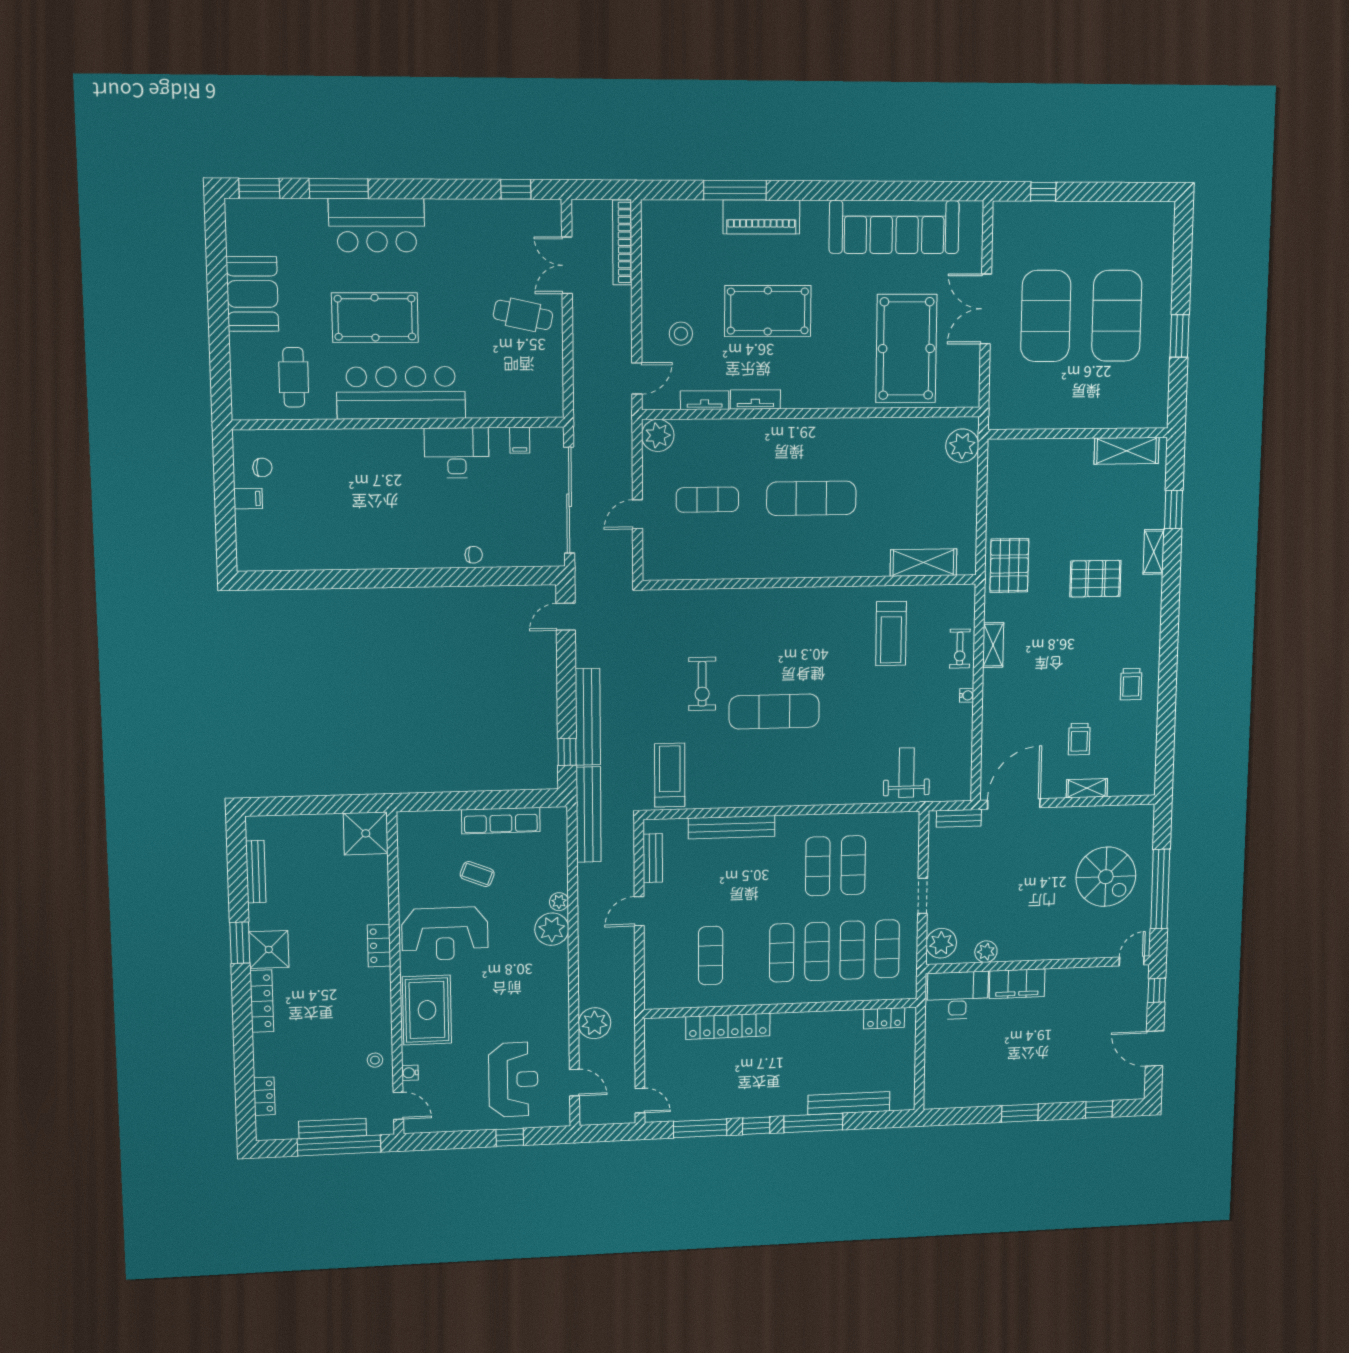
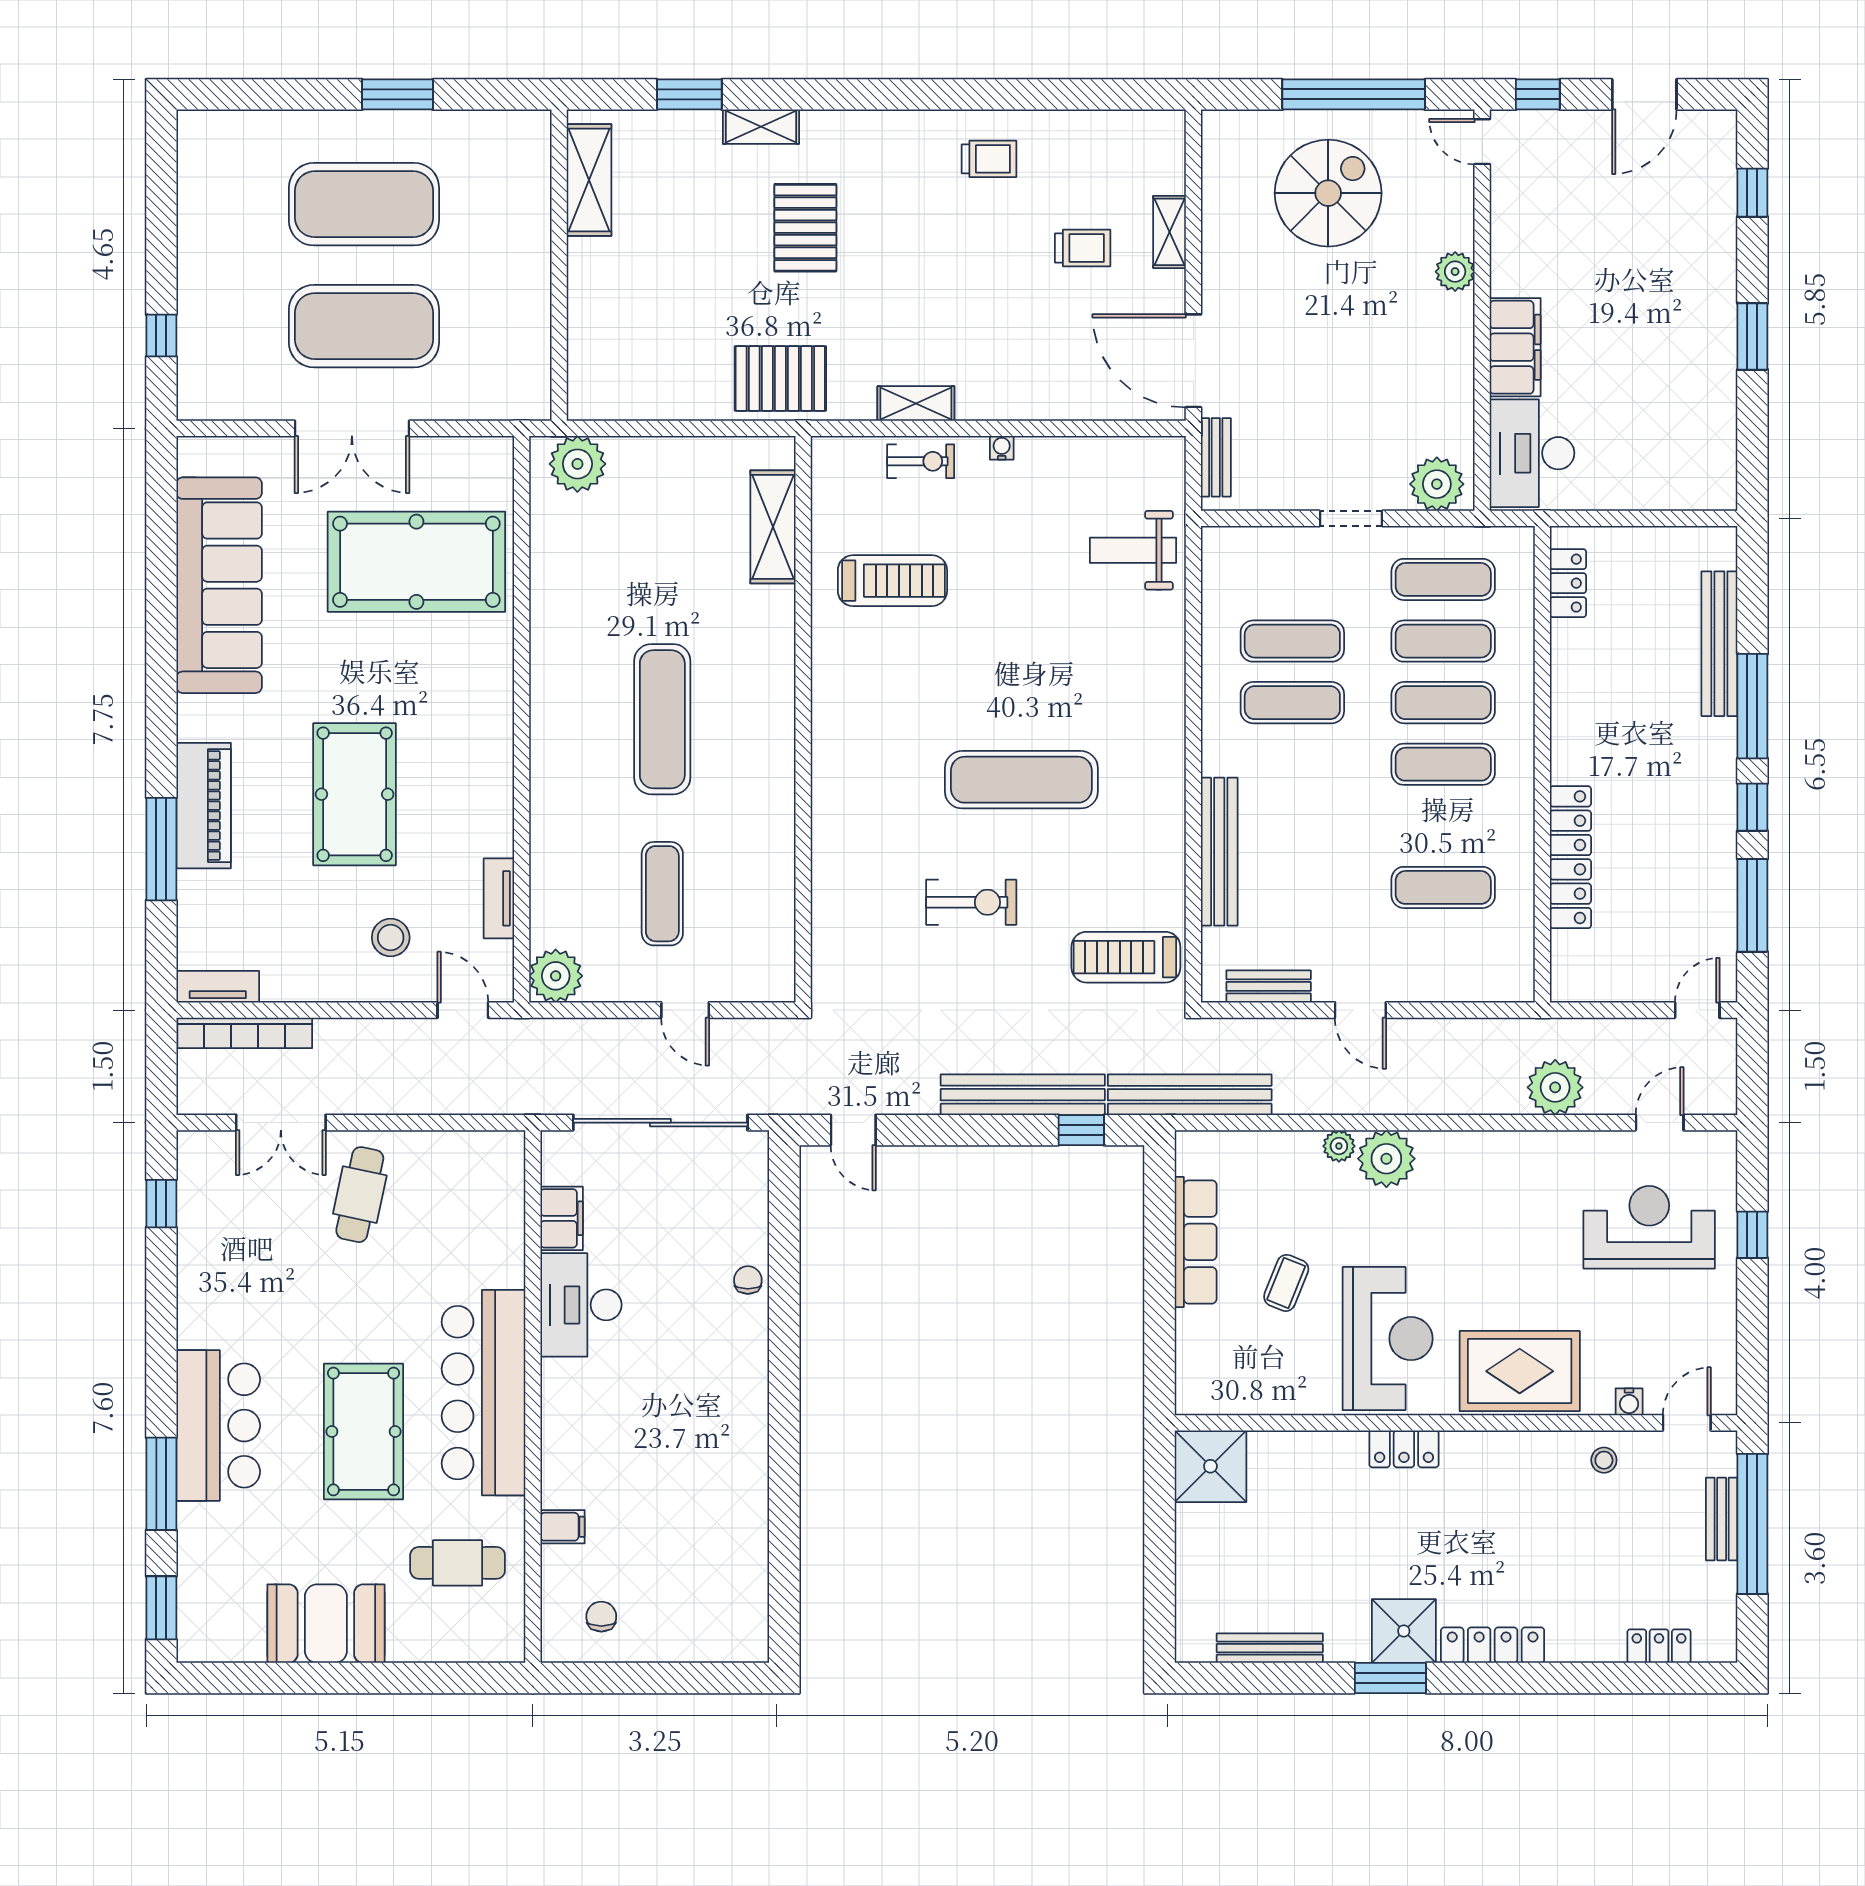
tv unit: (755, 399) -> (218, 987), moved, turned 90
filing cabinet: (520, 440) -> (562, 1218), width x2.00
filing cabinet: (248, 499) -> (563, 1527), moved, turned 90
exercise mat: (774, 712) -> (1021, 780), turned 90
plant: (986, 952) -> (1455, 272), moved
bench: (333, 1128) -> (1722, 1519), width x0.73

